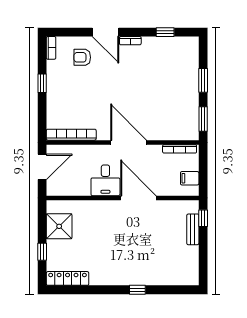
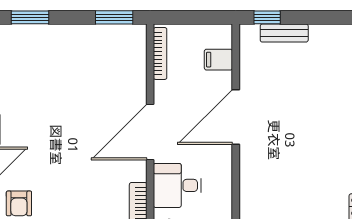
window: (203, 80) -> (30, 17), moved
filing cabinet: (190, 178) -> (218, 60), moved, turned 90
desk: (105, 180) -> (177, 185), moved, turned 180

